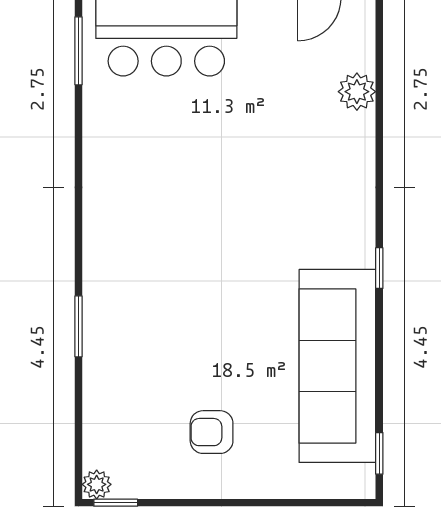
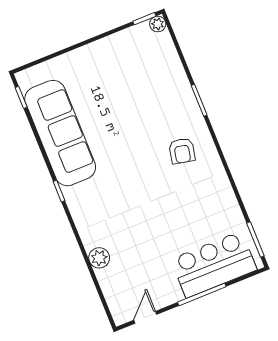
plant: (357, 92) -> (99, 258), moved
armchair: (212, 432) -> (182, 151), moved, turned 102

